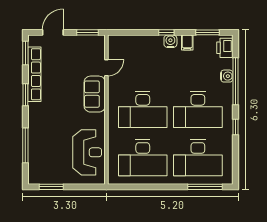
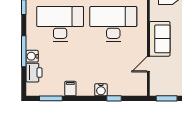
window: (166, 32) -> (114, 98), moved
water cooler: (170, 41) -> (101, 90), moved
printer: (225, 48) -> (34, 73), moved
window: (236, 81) -> (24, 51), width x0.68

